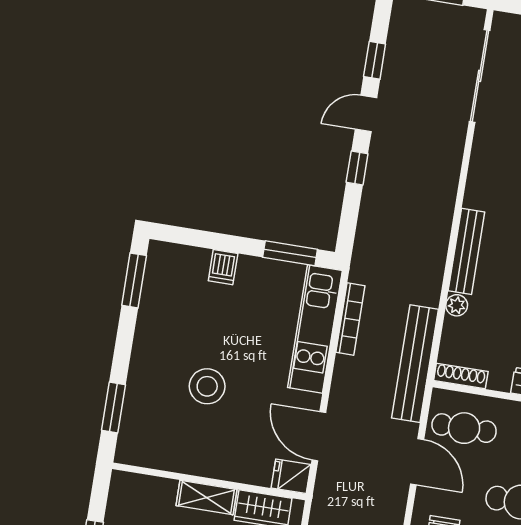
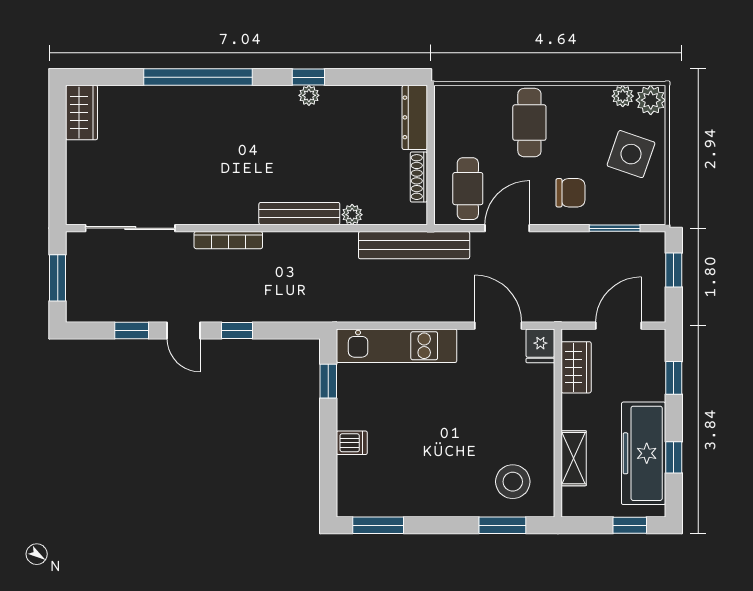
window: (290, 253) -> (328, 381), width x0.67
bookcase: (350, 319) -> (228, 240), moved, turned 180
shoe rack: (461, 376) -> (419, 177), moved
stool: (207, 386) -> (513, 482), moved
door: (319, 436) -> (498, 326), swing flipped
shelving: (207, 497) -> (574, 458), moved

